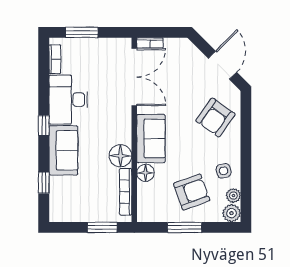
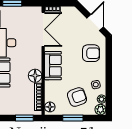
armchair: (215, 117) -> (91, 53), turned -125
floor lamp: (146, 173) -> (50, 107), moved

